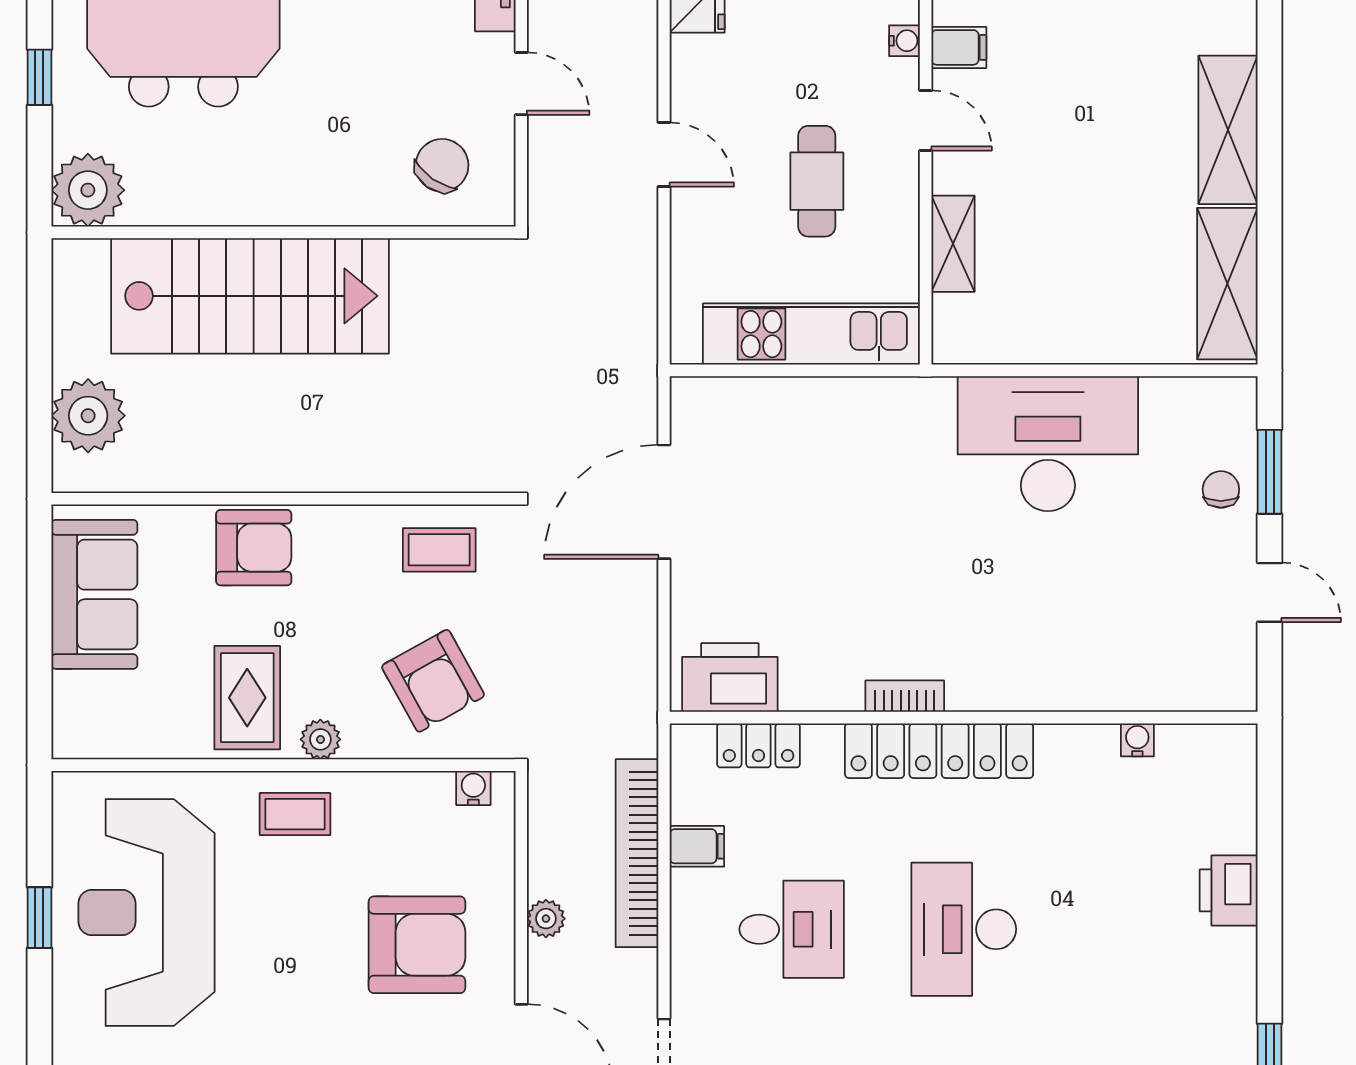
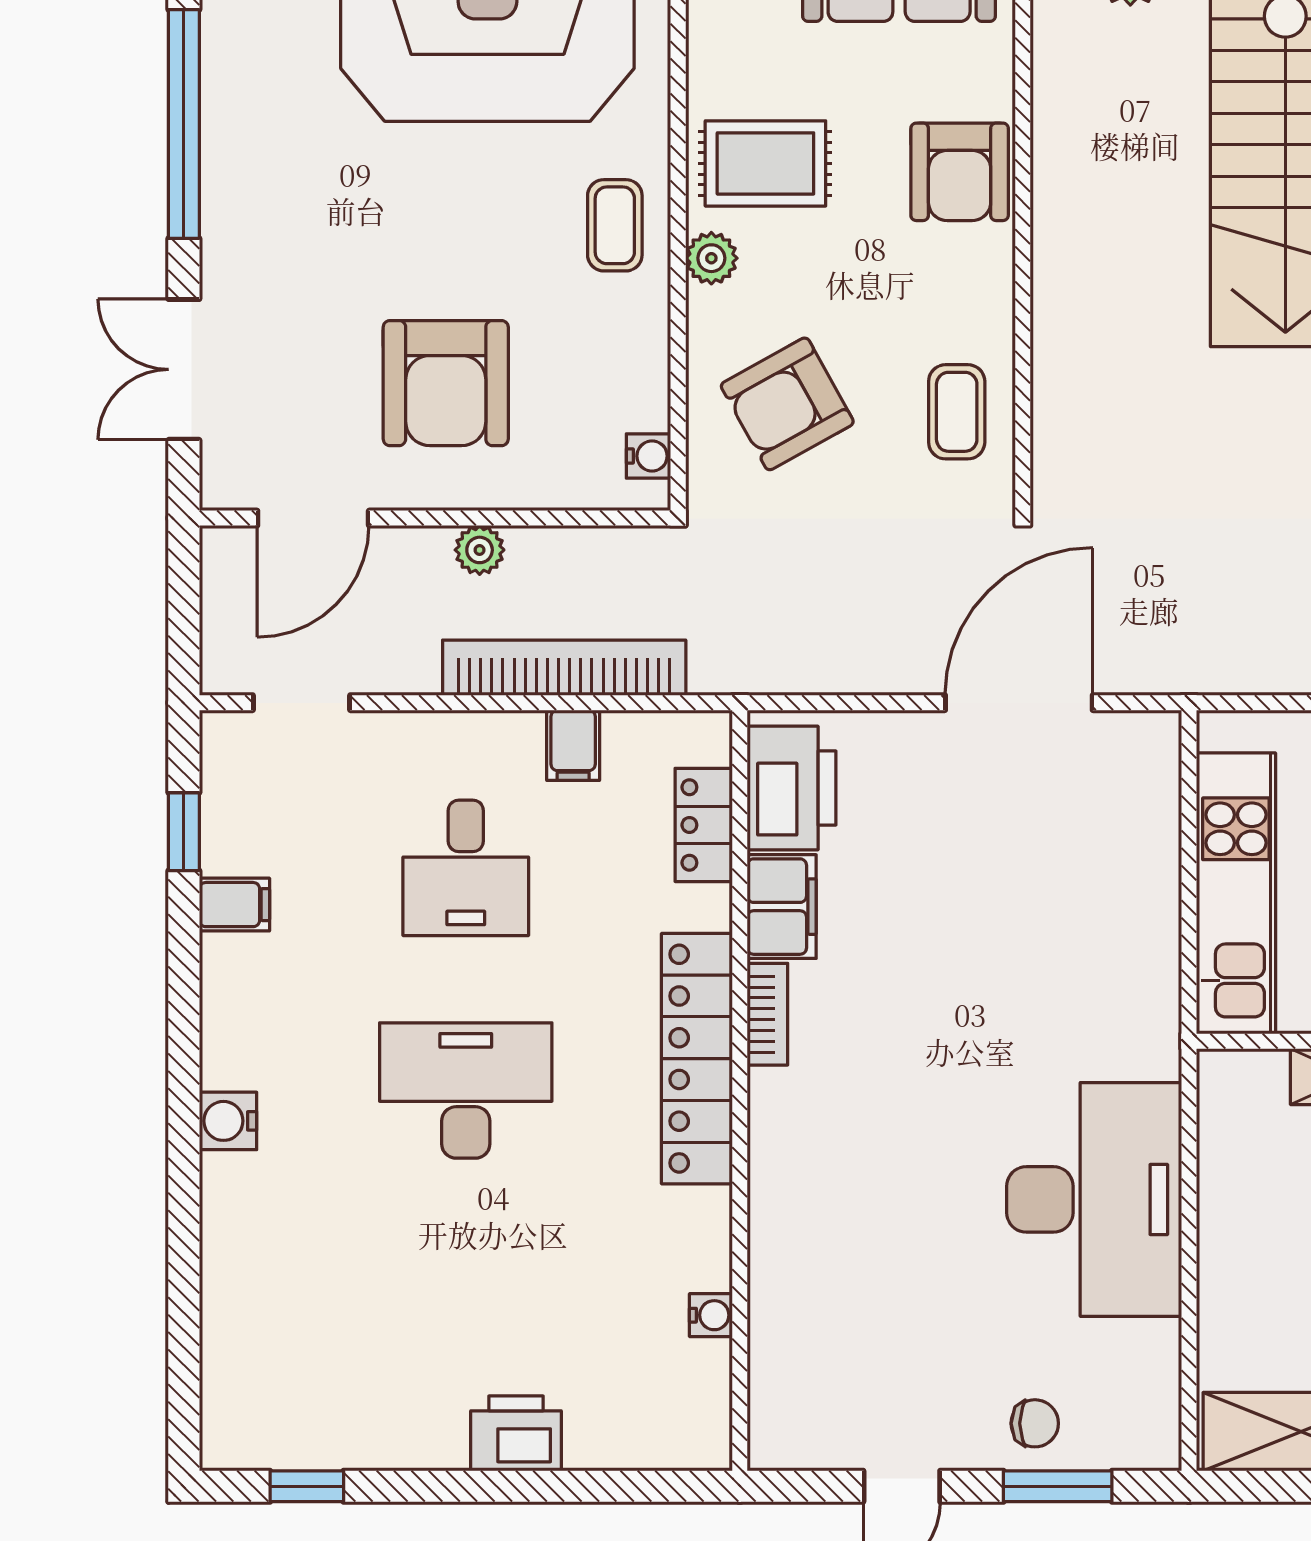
door: (664, 502) -> (1019, 703), hinge flipped
filing cabinet: (822, 685) -> (782, 907), added

